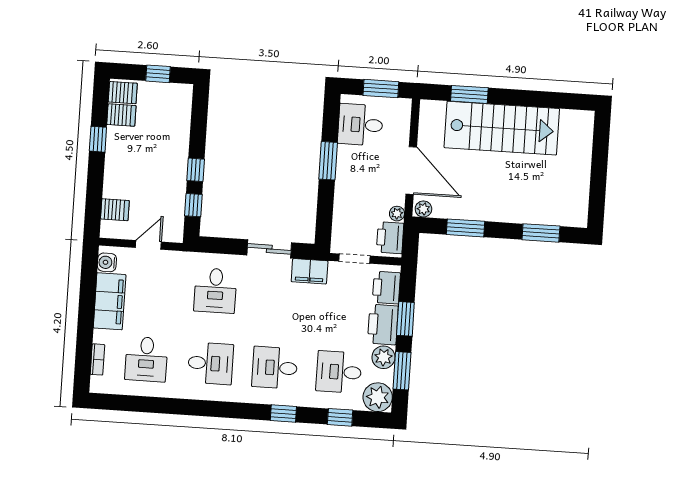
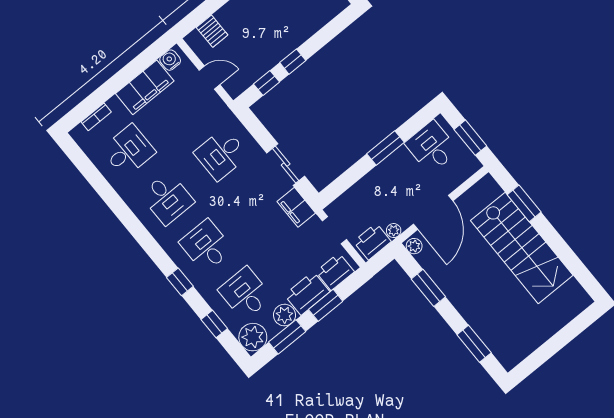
desk: (146, 359) -> (128, 151), turned 180

